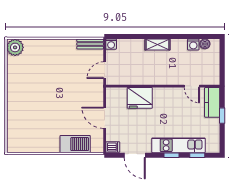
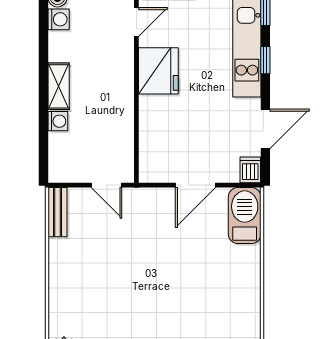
washing machine: (111, 44) -> (58, 121), moved
fridge: (140, 98) -> (158, 71), moved
barbecue: (75, 144) -> (245, 216), moved

